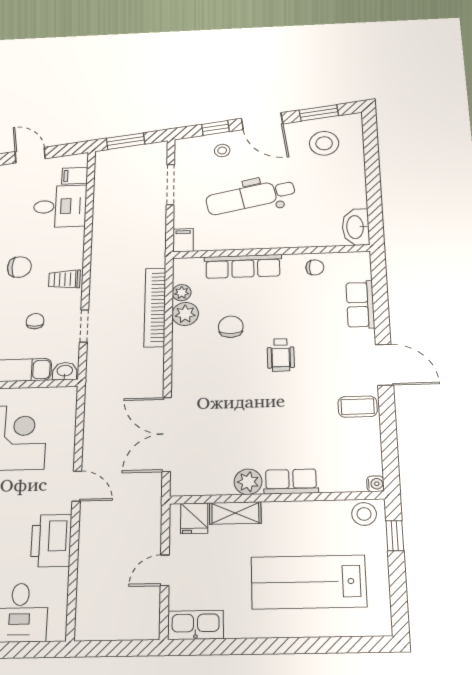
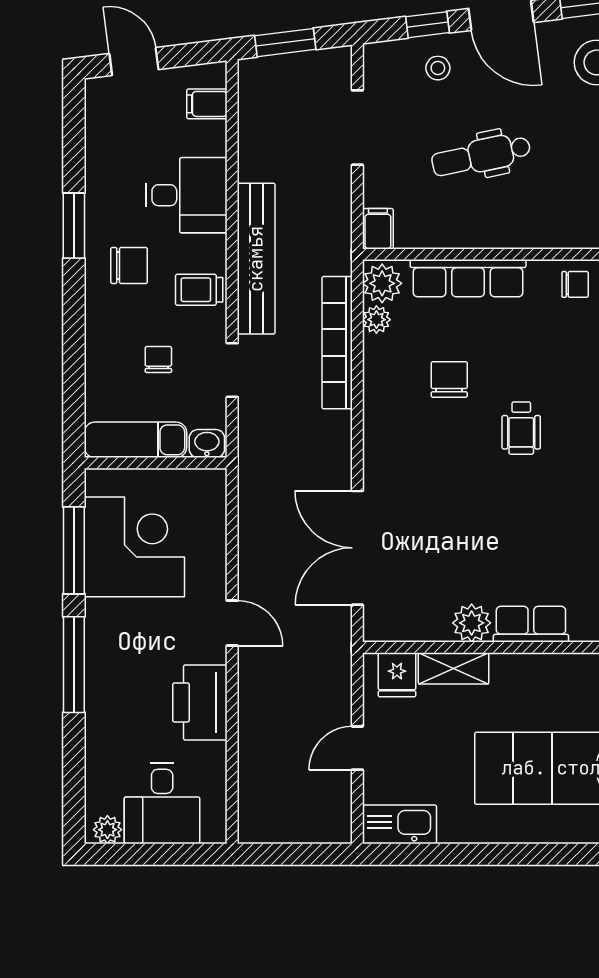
dental chair: (251, 197) -> (481, 156), width x0.73, depth x0.72
desk: (60, 206) -> (186, 195), moved
bench: (103, 260) -> (256, 259), added
plant: (185, 314) -> (382, 283), moved

